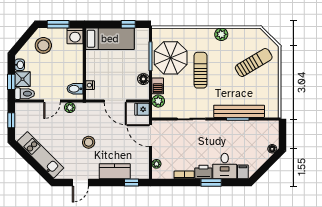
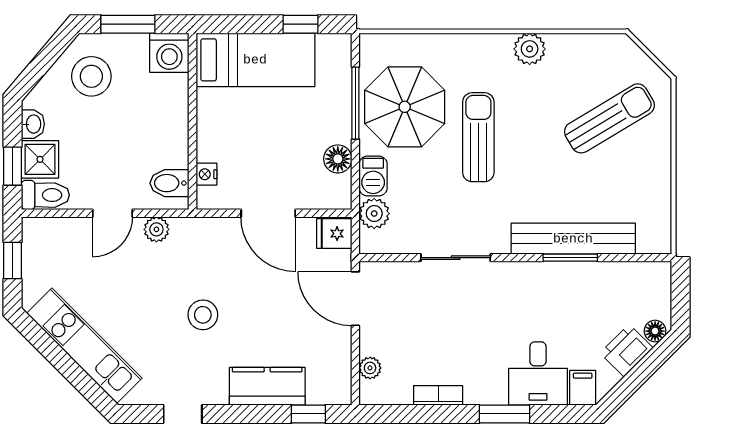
printer: (203, 172) -> (627, 350), moved, turned -45

